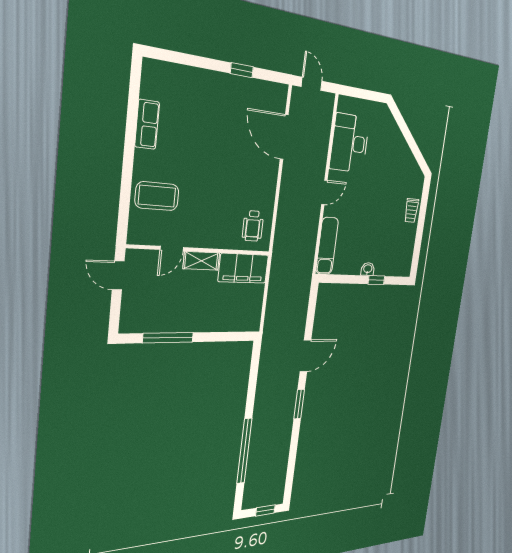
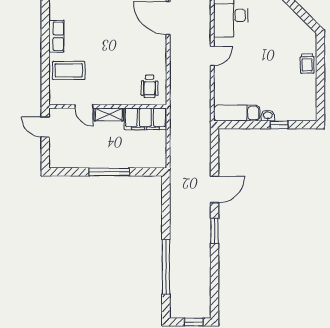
row of seats: (147, 124) -> (57, 36), moved
exam couch: (327, 246) -> (237, 113), moved, turned -90
door: (172, 248) -> (84, 106), hinge flipped
window: (168, 338) -> (109, 172), moved

